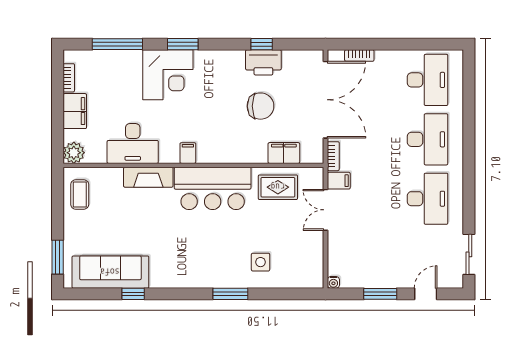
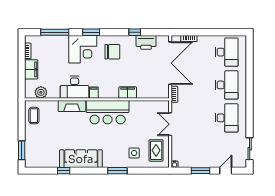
printer: (263, 62) -> (146, 42), moved
chair: (261, 106) -> (112, 52), moved
desk: (133, 143) -> (75, 87), moved
plant: (74, 153) -> (41, 92), moved
filing cabinet: (284, 153) -> (128, 93), moved
filing cabinet: (339, 181) -> (177, 108), removed
rug: (278, 187) -> (156, 150), moved, turned 90
sofa: (110, 272) -> (81, 159), moved

